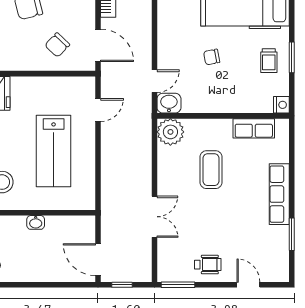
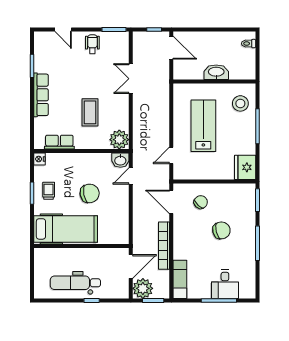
chair: (212, 57) -> (90, 193), width x1.87, depth x1.87
washbasin: (36, 222) -> (216, 72), width x1.91, depth x1.45
wheelchair: (208, 265) -> (92, 44), turned 90

